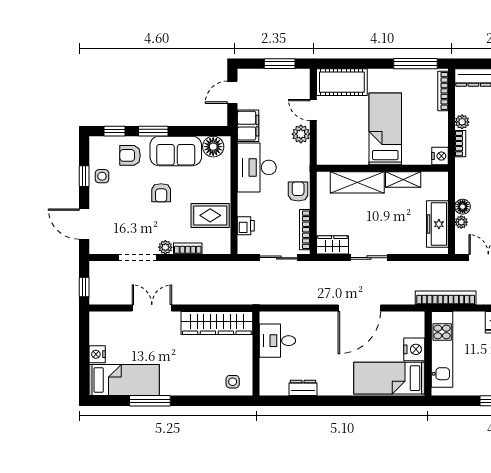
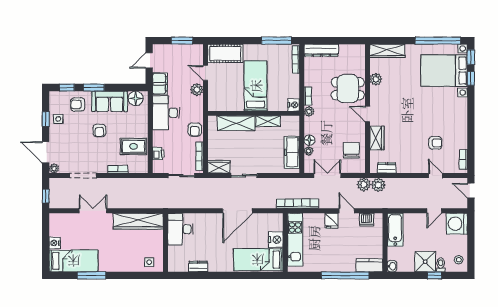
plant: (462, 122) -> (309, 111), moved
armchair: (298, 191) -> (195, 130), turned 180
plant: (165, 247) -> (54, 168), moved
desk: (277, 341) -> (180, 229), width x1.37

